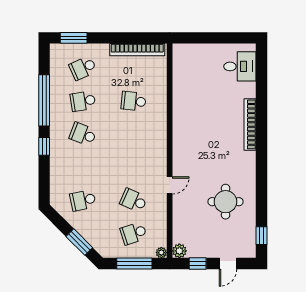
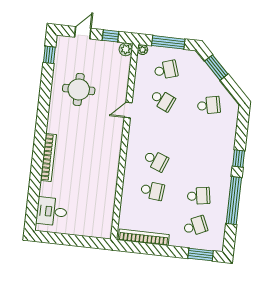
school desk: (83, 134) -> (156, 160), moved

